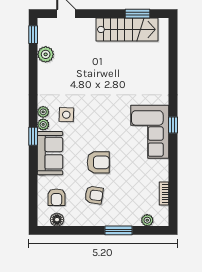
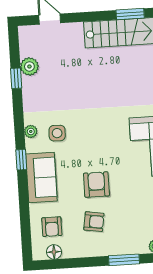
window: (33, 35) -> (16, 78), moved
plant: (43, 124) -> (32, 146), removed
armchair: (98, 162) -> (96, 185), turned -90

